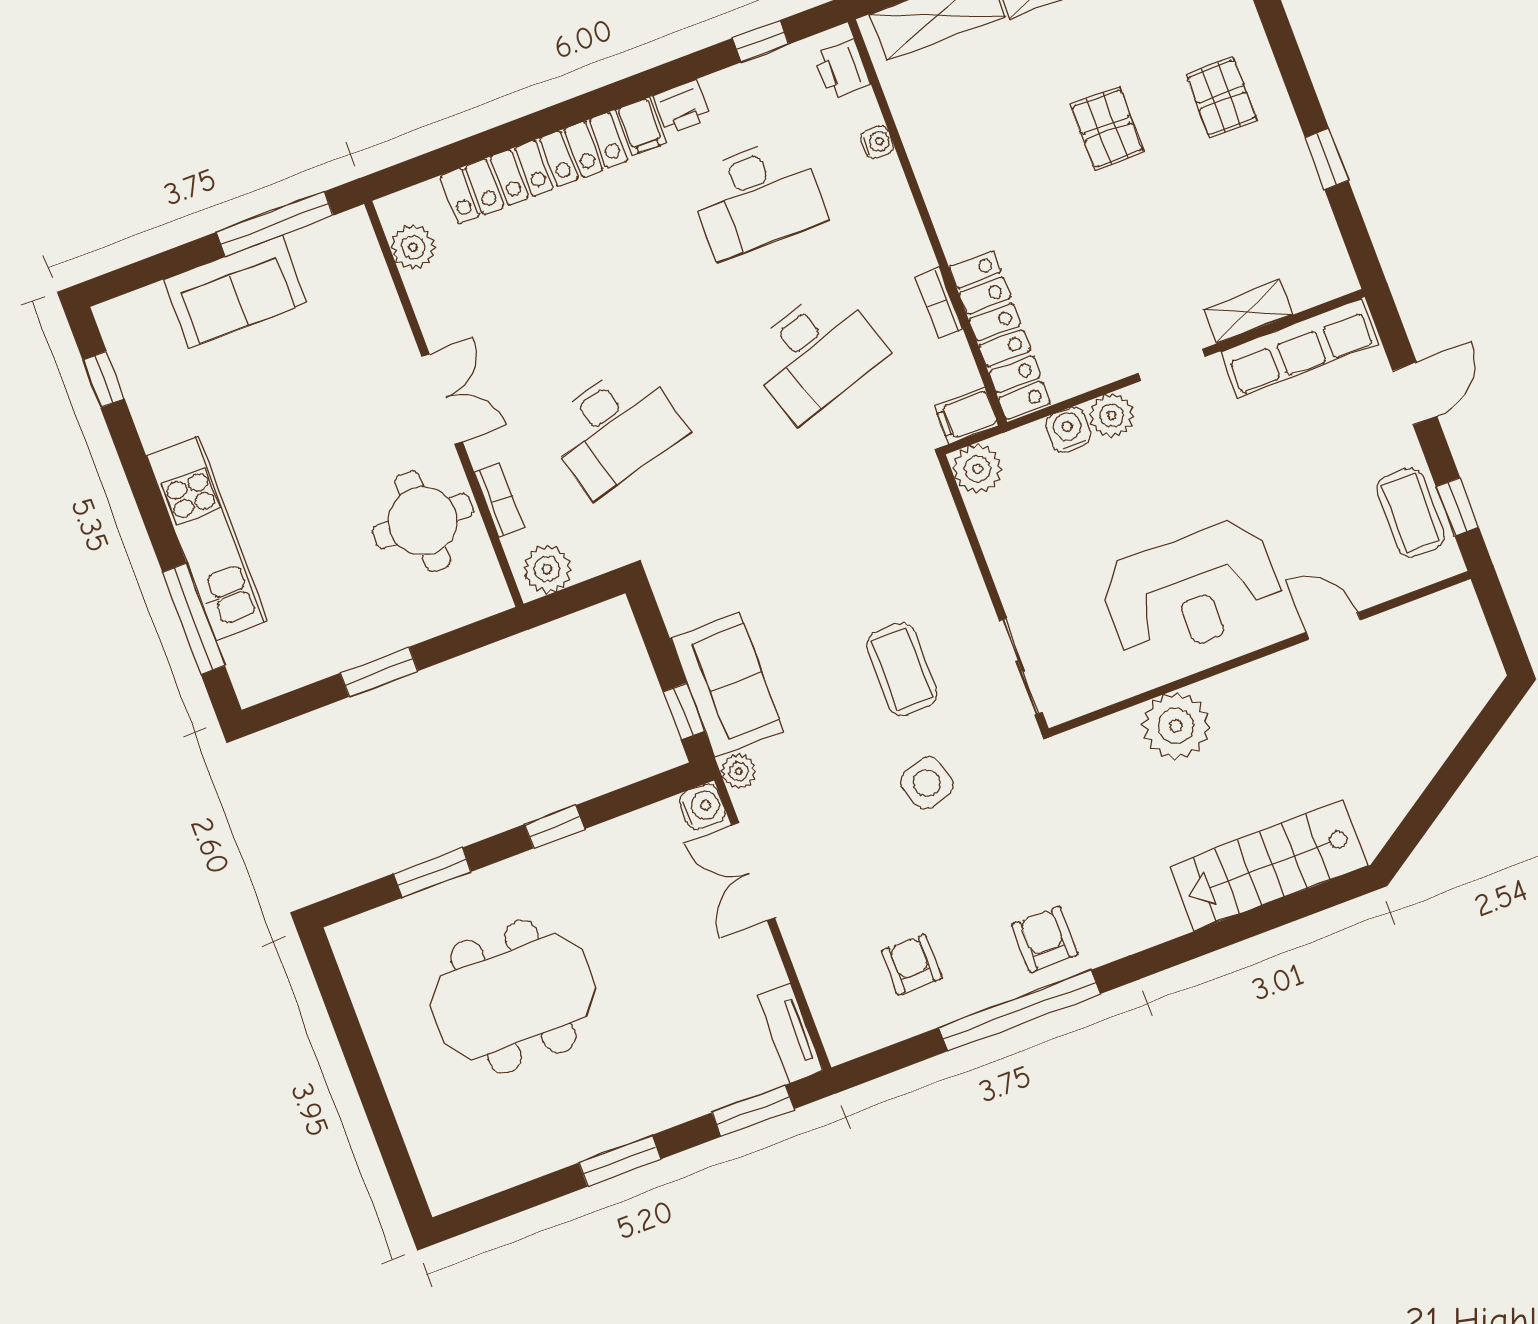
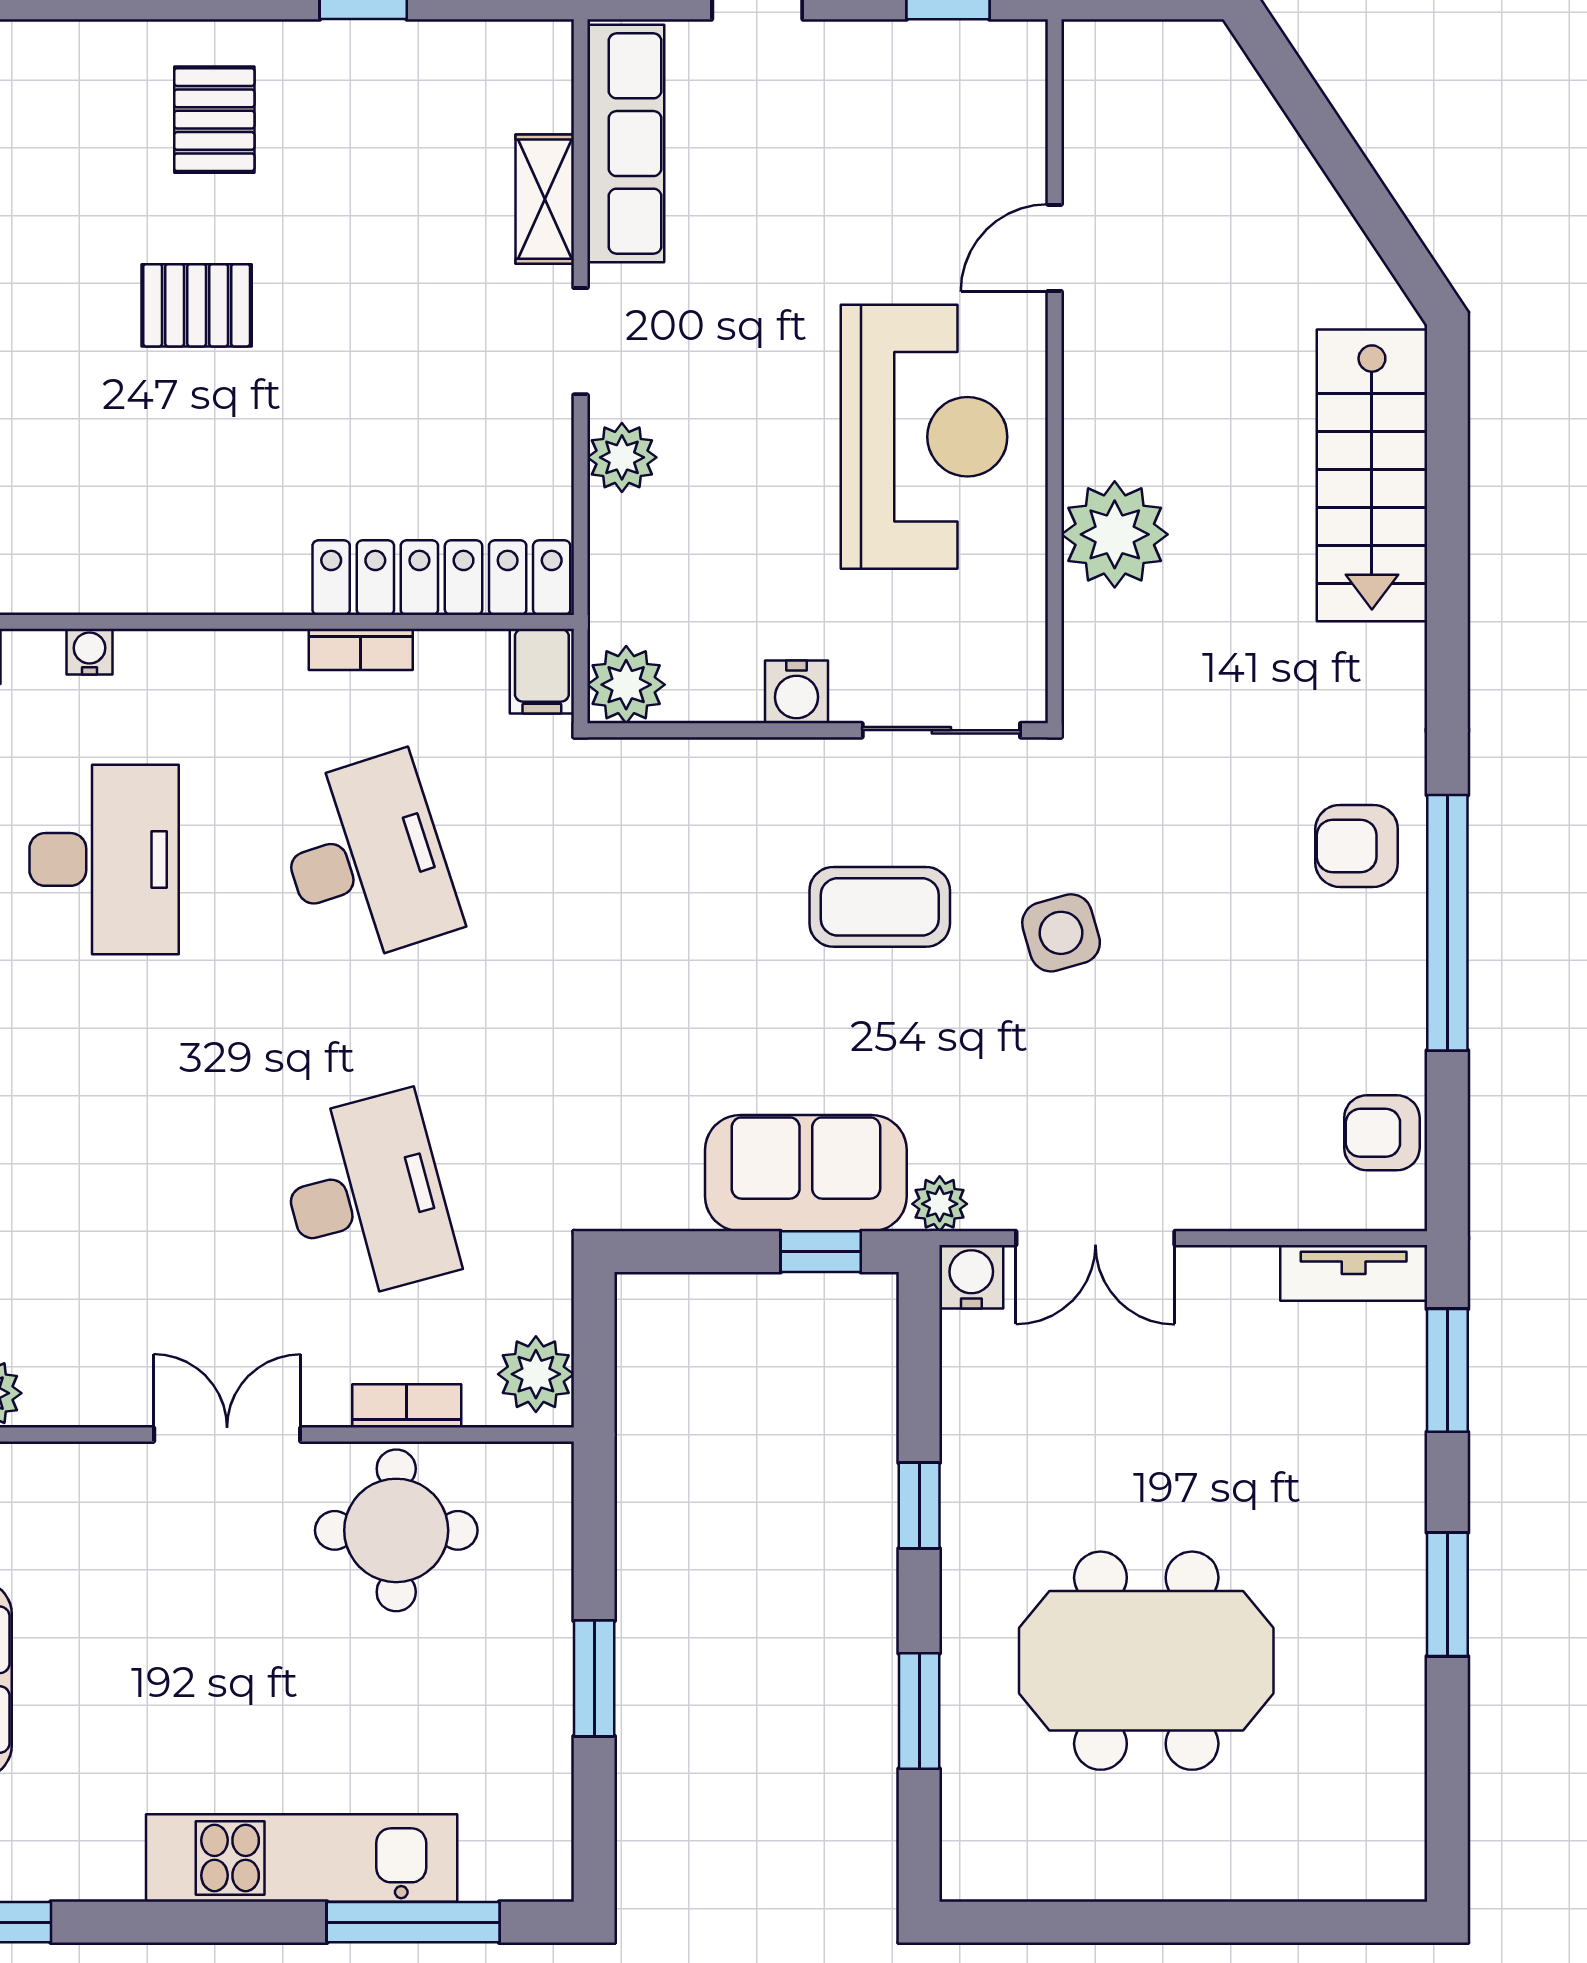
pallet: (1221, 97) -> (214, 120), turned 90
water cooler: (1068, 430) -> (796, 692), moved, turned -90
coffee table: (1410, 513) -> (930, 71), removed
armchair: (912, 965) -> (1382, 1133), moved
meeting table: (513, 996) -> (1146, 1661), turned 90

